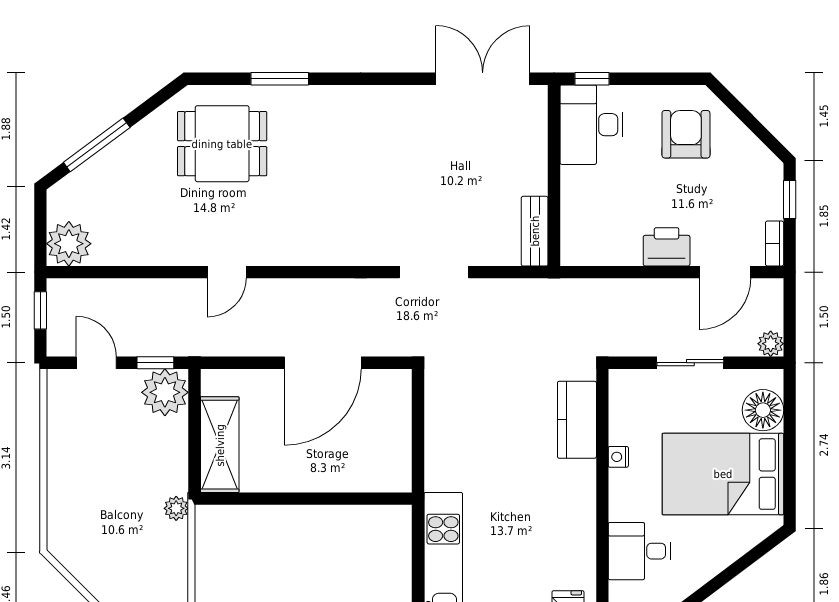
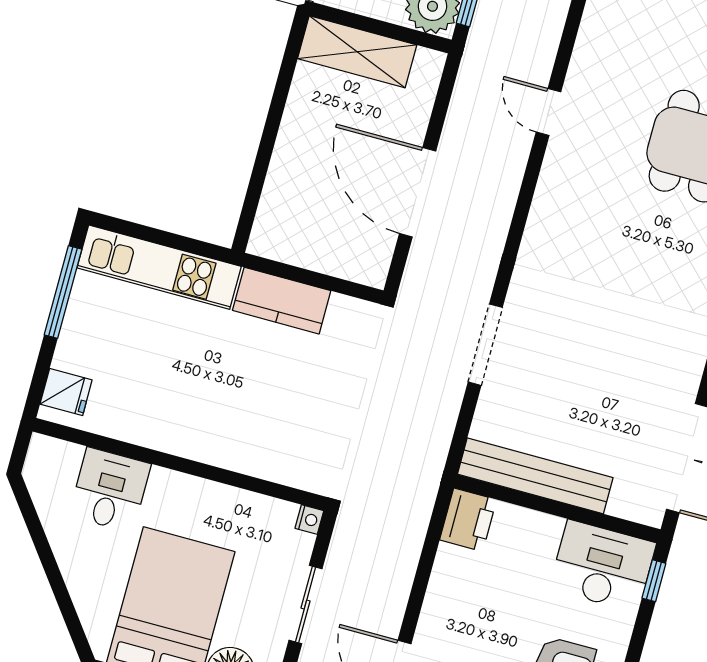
bench: (535, 231) -> (535, 476), width x1.86, depth x1.21
printer: (667, 247) -> (468, 520), moved
kitchen counter: (577, 420) -> (282, 301), moved, turned 180
nightstand: (618, 457) -> (309, 519), moved, turned 90

